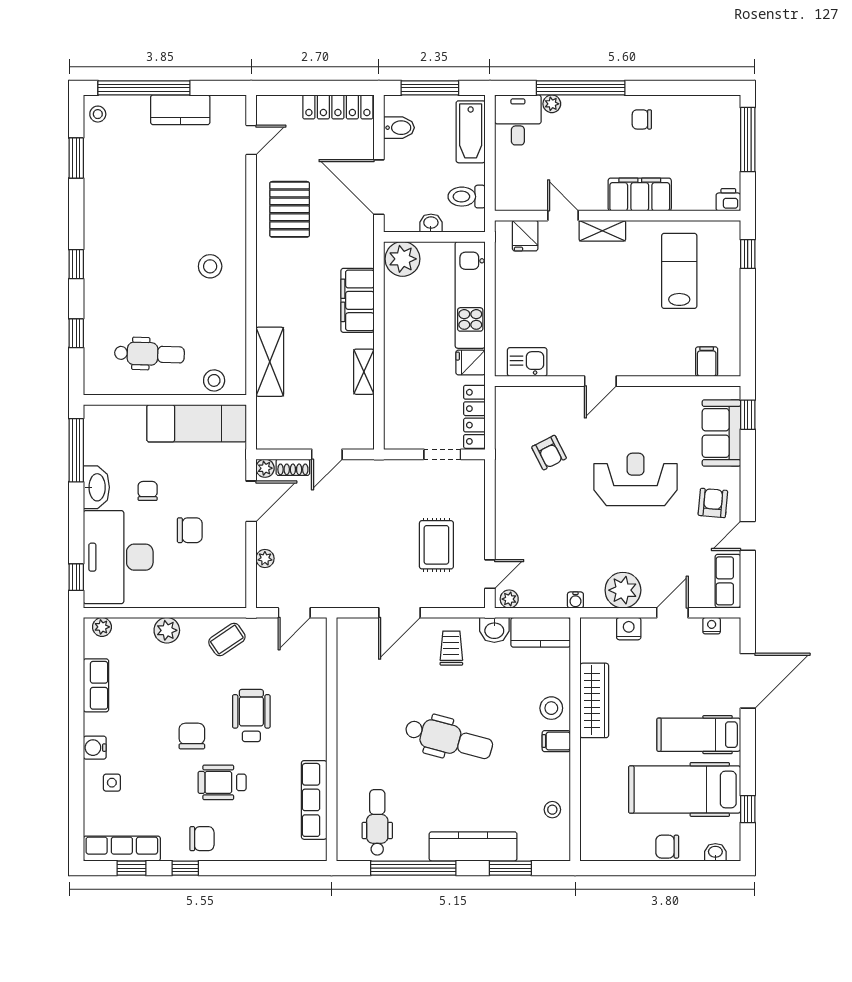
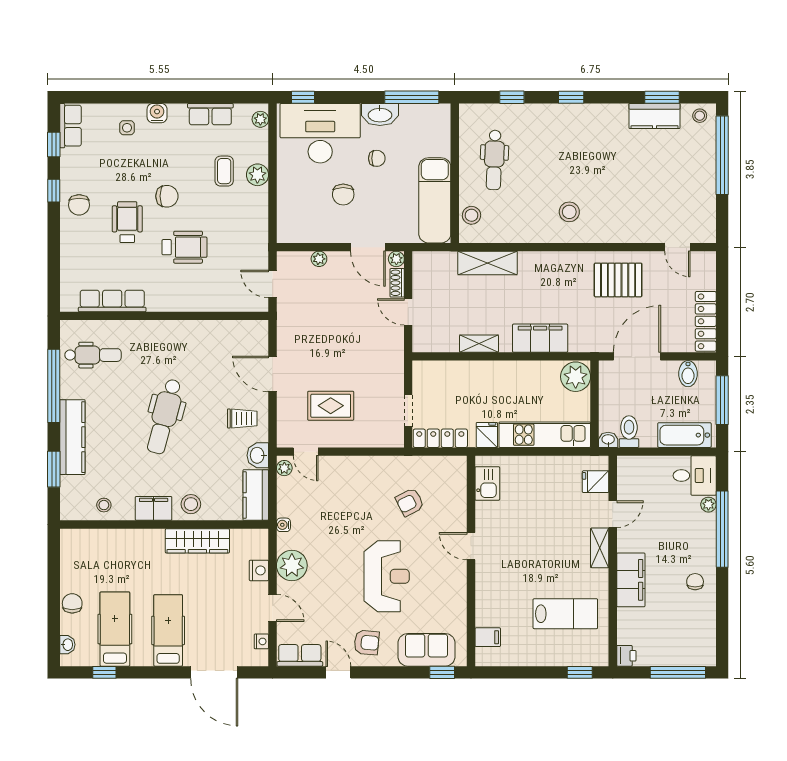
kitchen counter: (180, 110) -> (655, 116), moved, turned -90
washbasin: (431, 223) -> (608, 440), moved, turned -90
coffee table: (227, 640) -> (224, 171), moved, turned 34
filing cabinet: (556, 741) -> (154, 508), width x2.00
hospital bed: (685, 789) -> (115, 629), width x0.73, depth x0.78
row of seats: (122, 849) -> (71, 126), width x0.68

